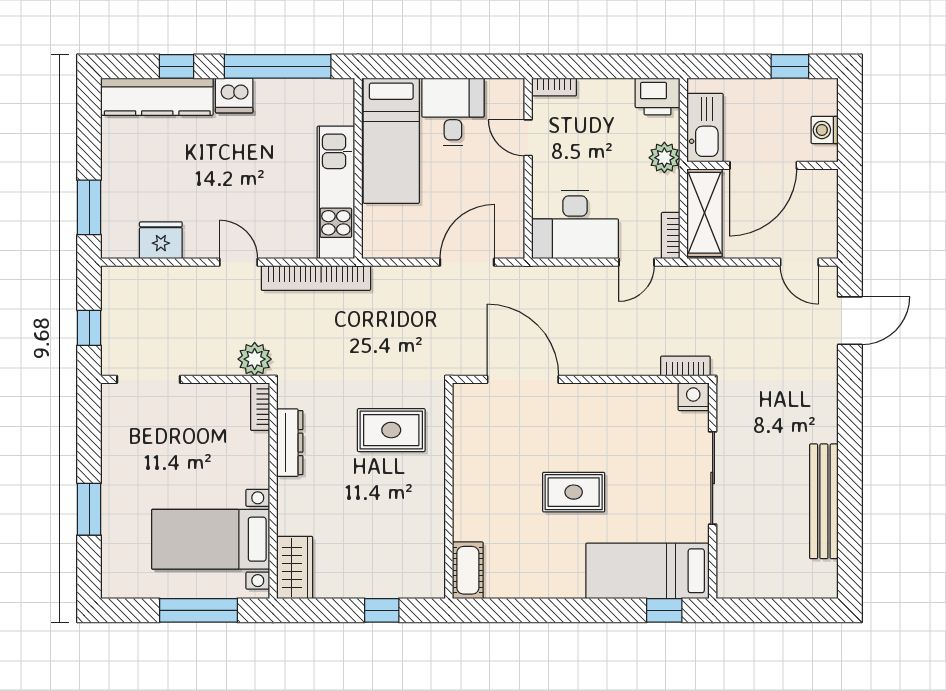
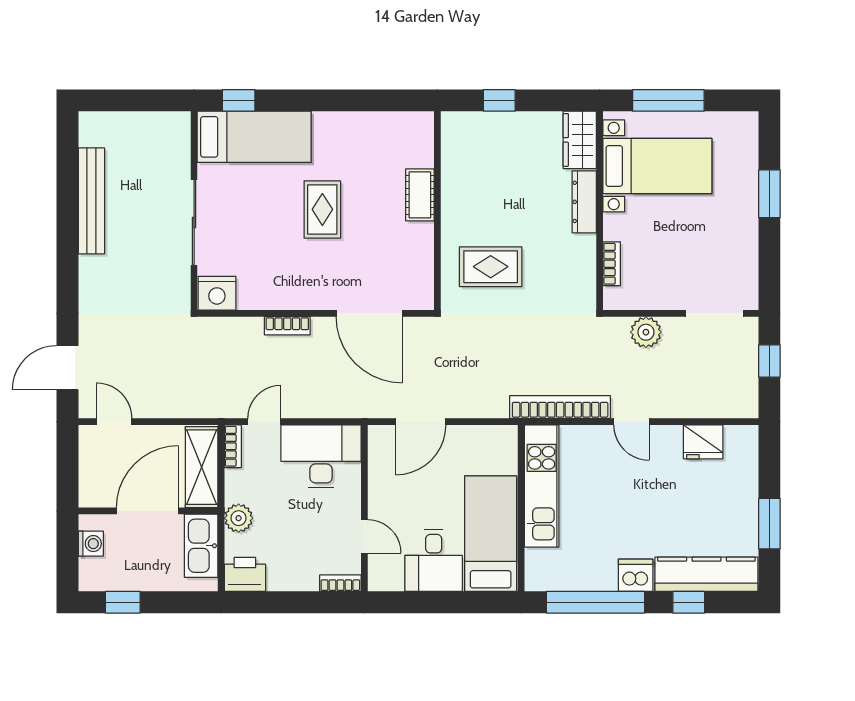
window: (89, 207) -> (769, 524), moved
plant: (255, 359) -> (646, 332), moved
bookcase: (685, 366) -> (287, 326), moved
nightstand: (693, 397) -> (217, 293), width x1.36, depth x1.33
bookcase: (260, 407) -> (612, 264), moved
dresser: (290, 443) -> (584, 202), moved
rug: (574, 492) -> (322, 209), turned 90
cot: (468, 570) -> (420, 195), moved

